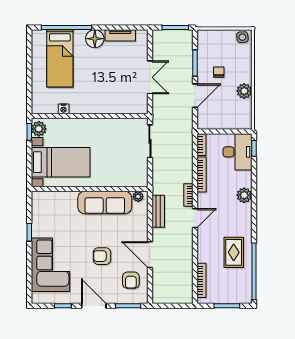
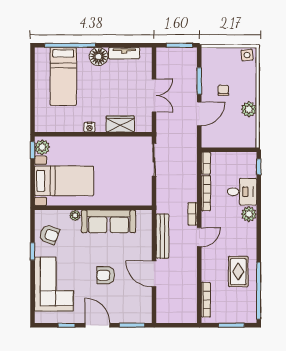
wardrobe: (116, 106) -> (120, 124), added
nightstand: (64, 109) -> (89, 127), moved
desk: (237, 152) -> (242, 192), moved, width x0.73
plant: (138, 197) -> (75, 215), moved
bench: (158, 211) -> (162, 236), width x1.36
armchair: (131, 280) -> (49, 235), moved, turned -70

